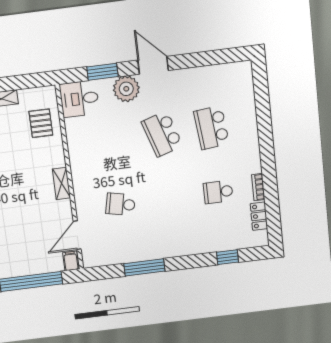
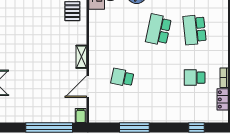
school desk: (162, 134) -> (158, 30), turned 30
door: (77, 235) -> (88, 86), moved

